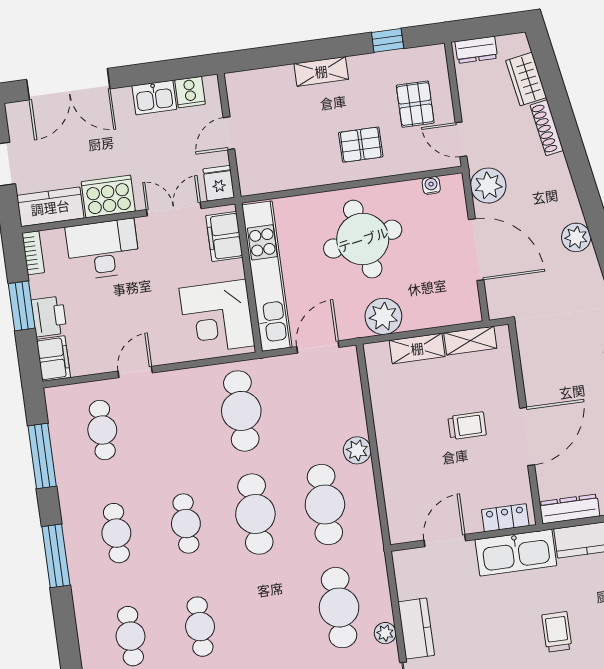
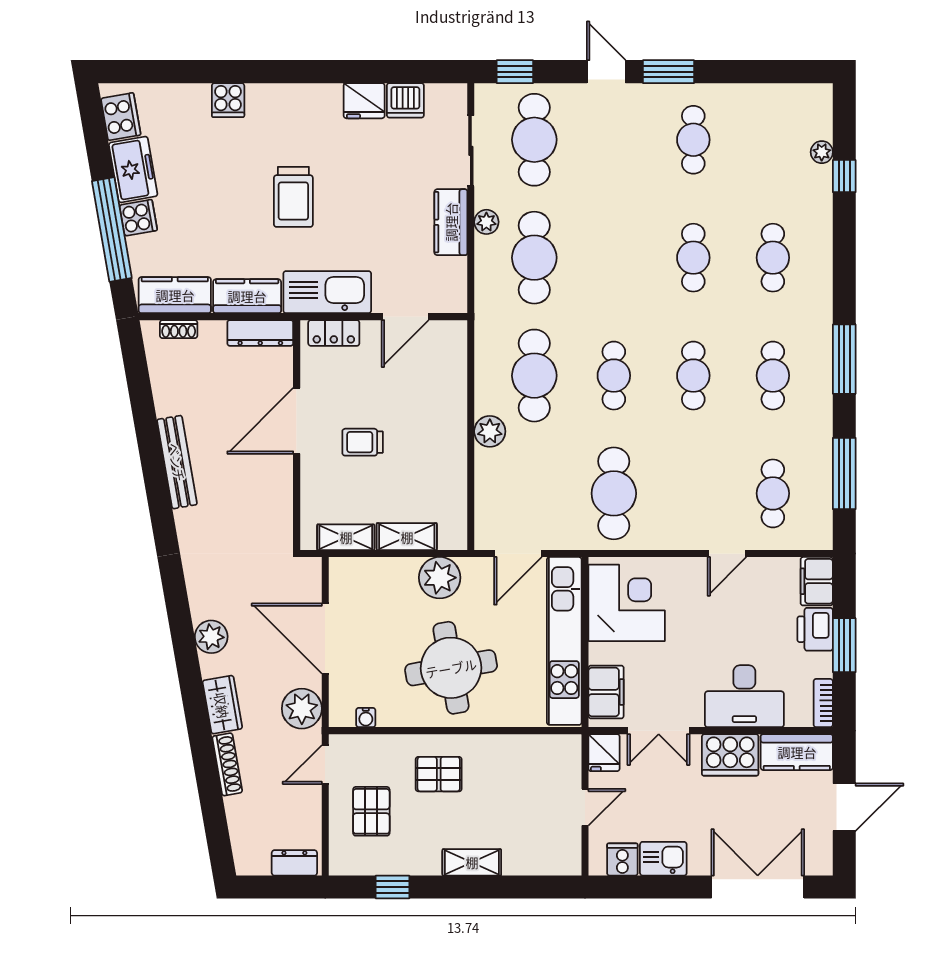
wardrobe: (526, 79) -> (222, 705), moved
door: (461, 139) -> (325, 765), swing flipped
cafe table: (255, 514) -> (614, 376), width x0.73, depth x0.74
trolley: (557, 632) -> (293, 197), width x1.36, depth x1.39

